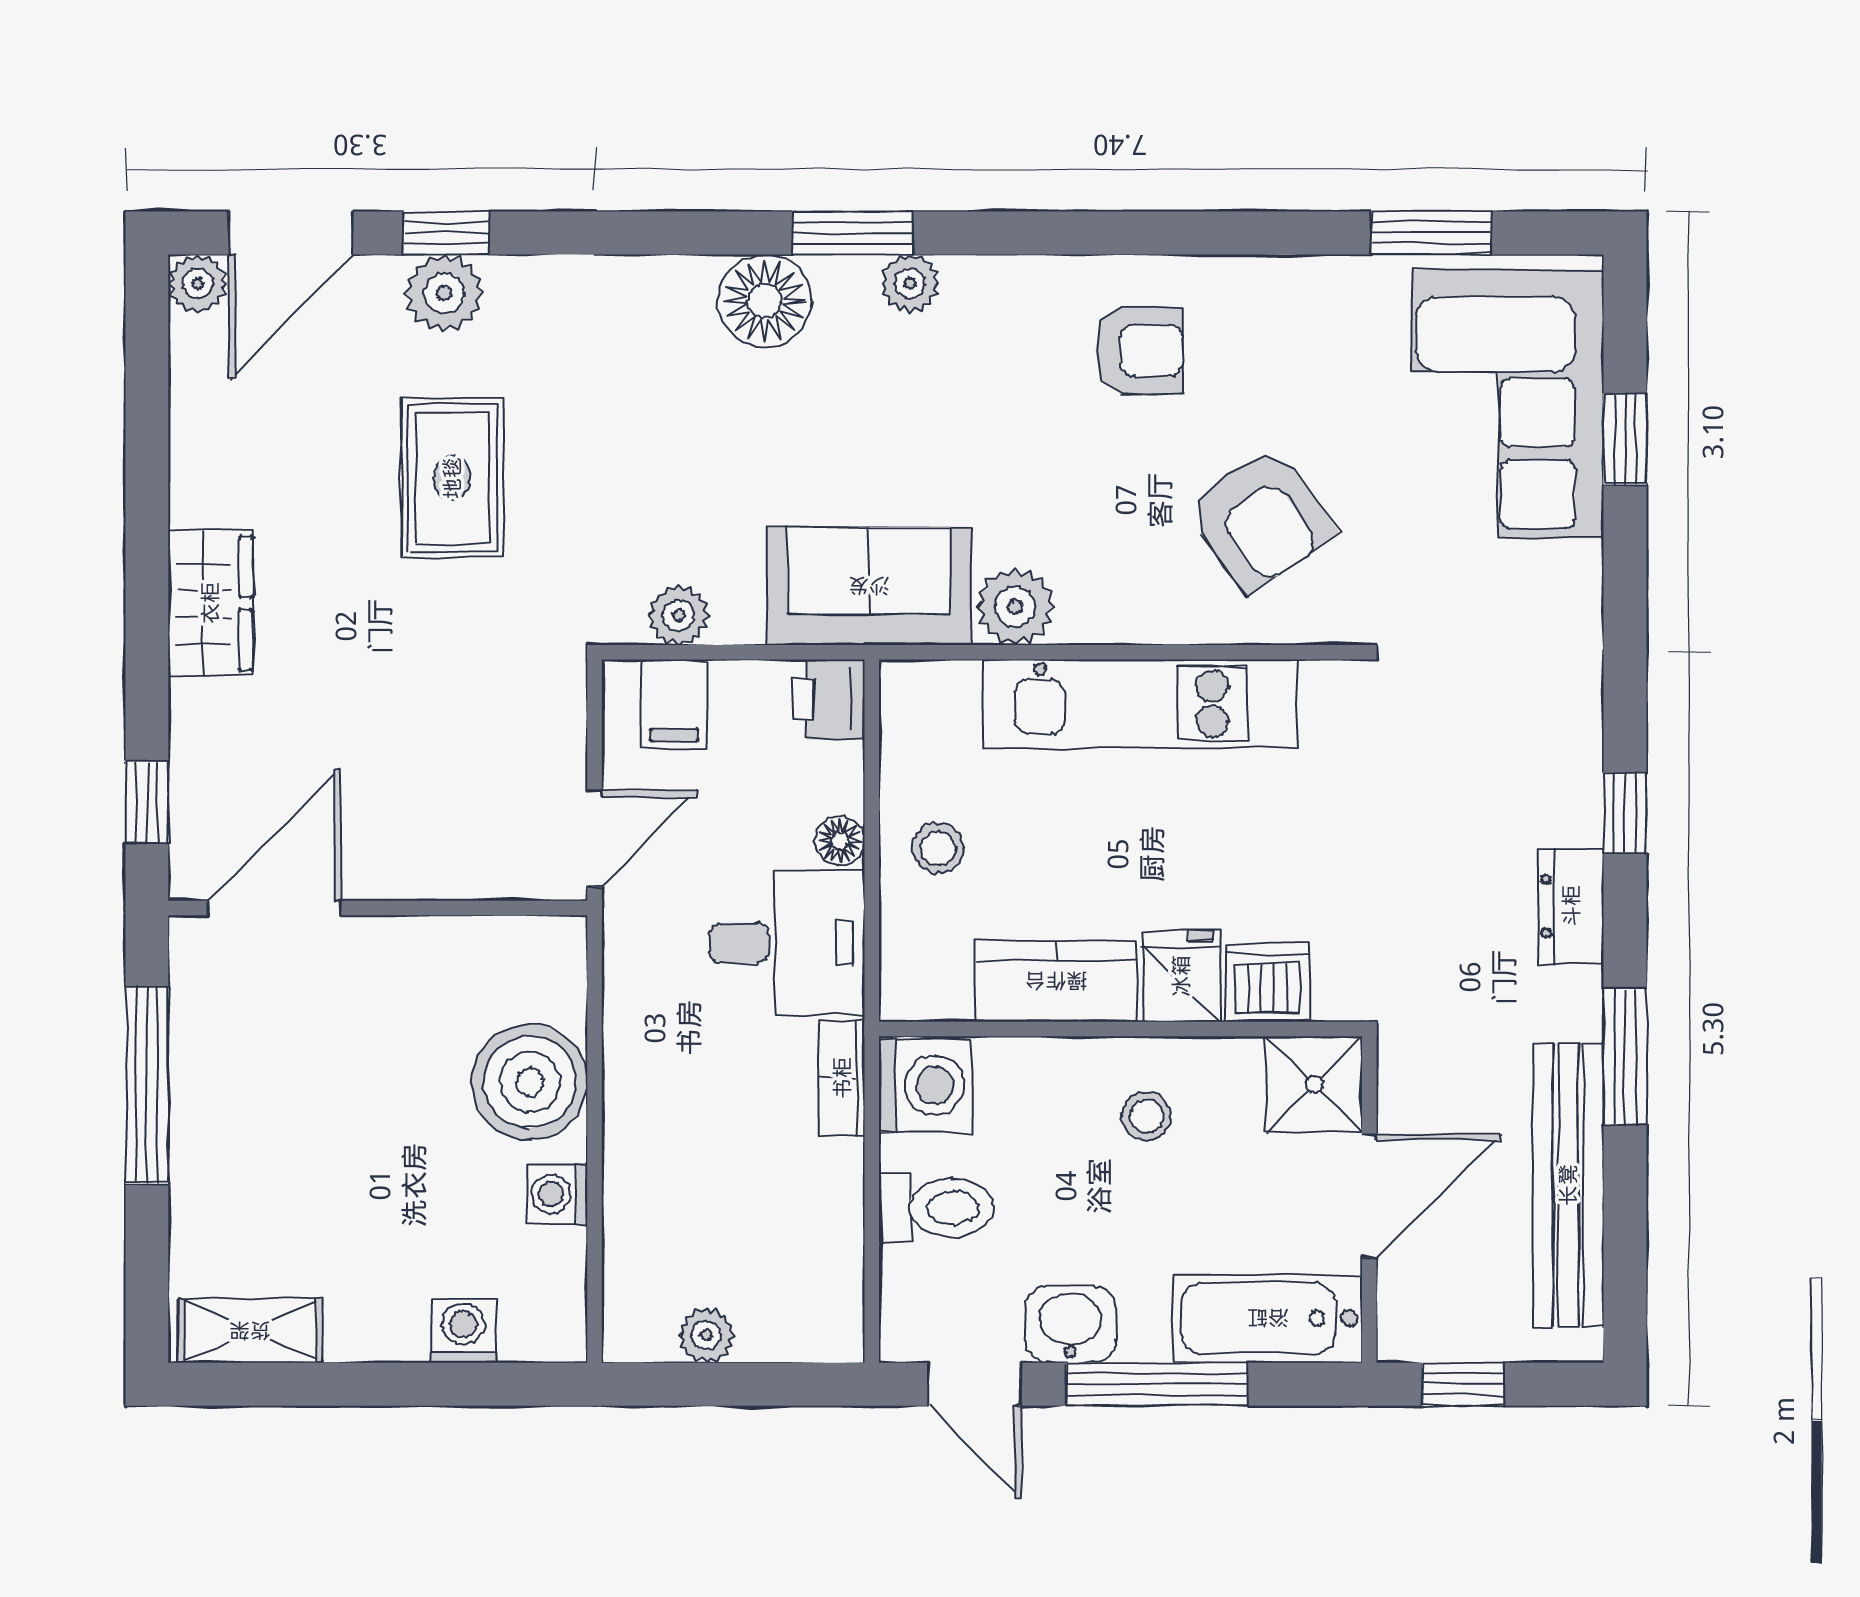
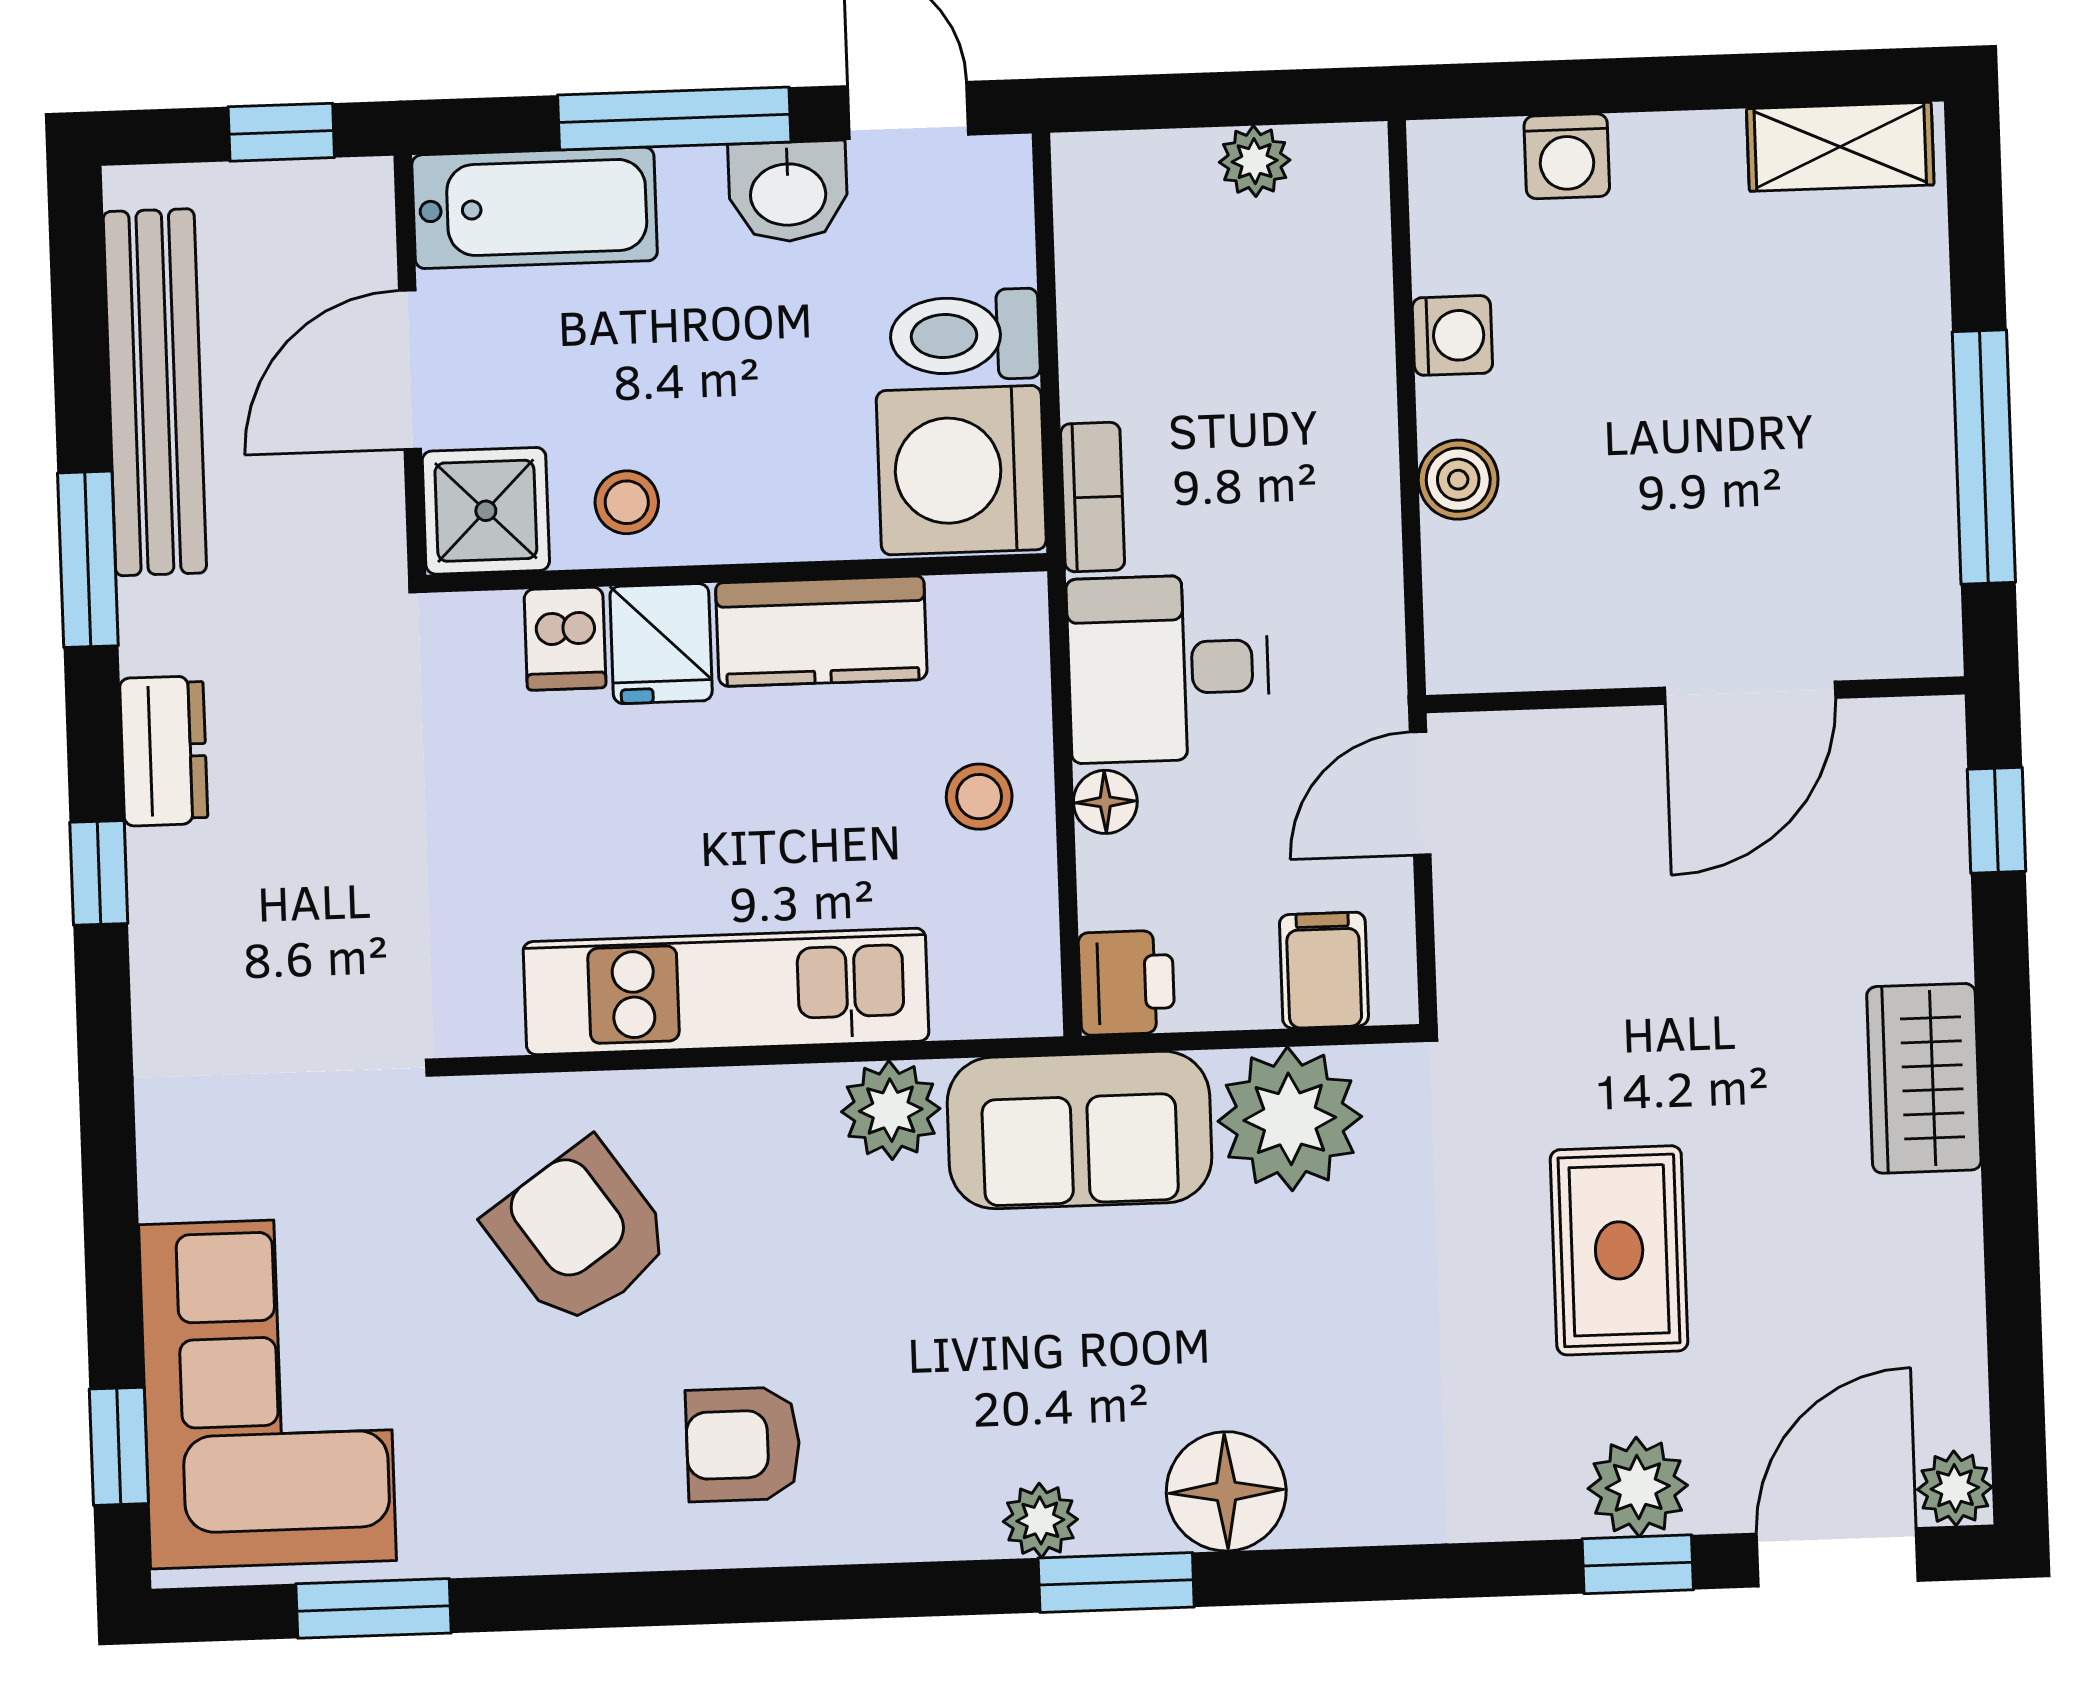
window: (1625, 439) -> (119, 1446), moved
plant: (679, 615) -> (1290, 1119), width x1.88, depth x1.88
door: (274, 908) -> (1750, 693), moved
dishwasher: (1267, 982) -> (565, 639), width x0.73
boiler: (530, 1082) -> (1458, 480), width x0.54, depth x0.54
washing machine: (926, 1085) -> (961, 470), width x1.37, depth x1.37
stool: (1146, 1116) -> (627, 502), moved

